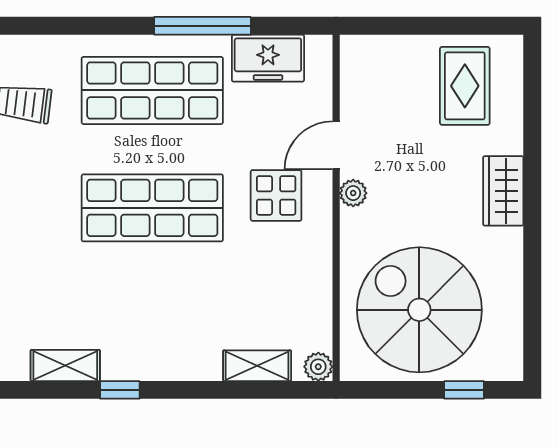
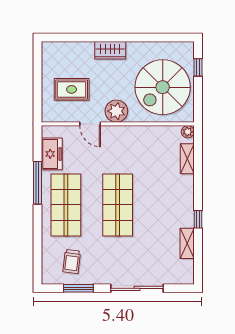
rug: (465, 86) -> (72, 89), moved
plant: (353, 193) -> (116, 111), width x1.88, depth x1.88
display table: (276, 195) -> (112, 150), removed

